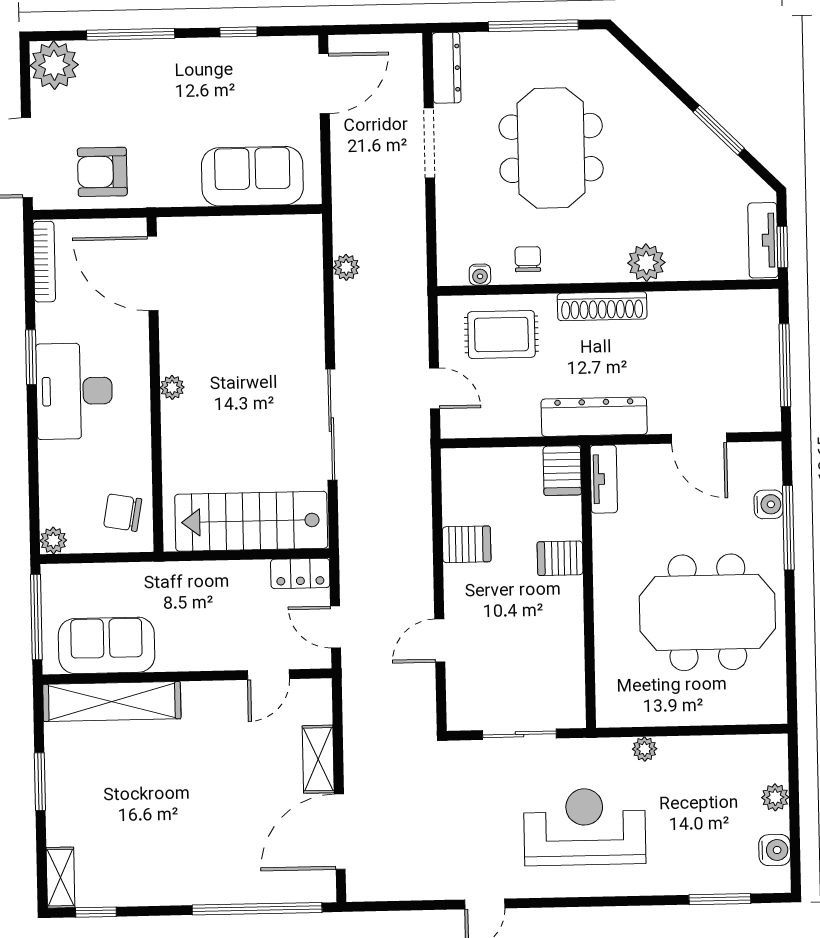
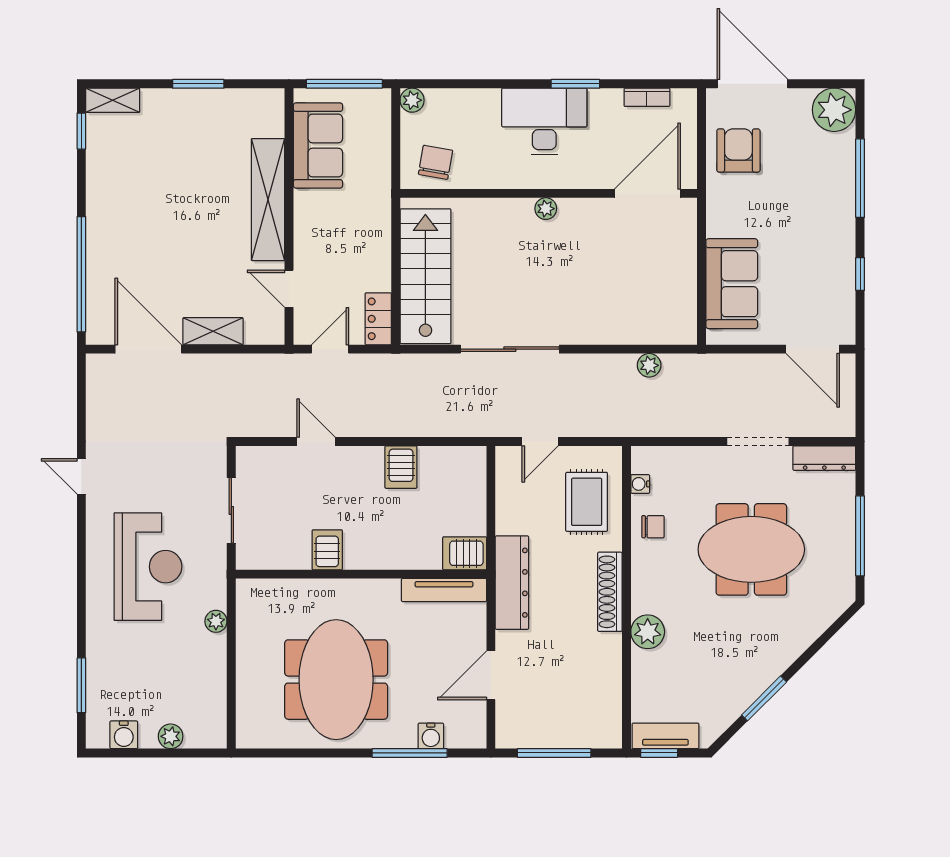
bookcase: (44, 262) -> (647, 97), width x0.64
tv unit: (604, 479) -> (444, 590), width x1.41
server rack: (560, 558) -> (327, 550), moved
shelving: (112, 702) -> (268, 200), moved

